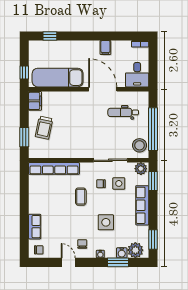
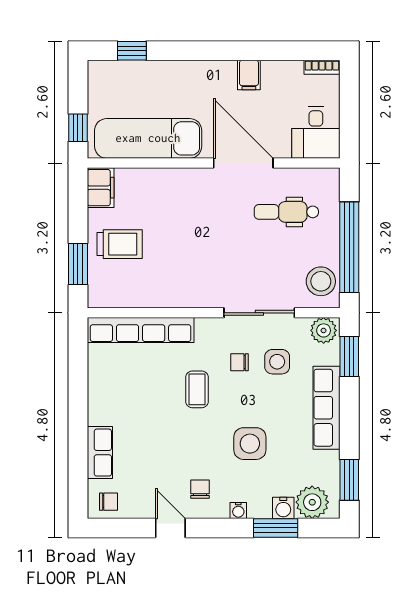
trolley: (44, 128) -> (120, 244), turned -102

